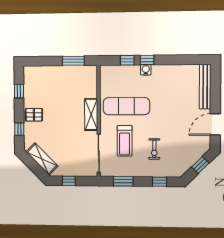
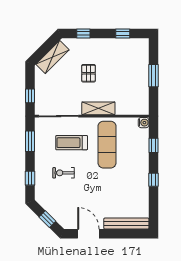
window: (147, 60) -> (154, 180), moved
window: (73, 61) -> (154, 76), moved
water cooler: (146, 70) -> (144, 123), moved
pallet: (34, 115) -> (88, 73), moved
window: (69, 181) -> (30, 96), moved

